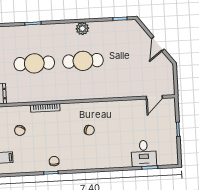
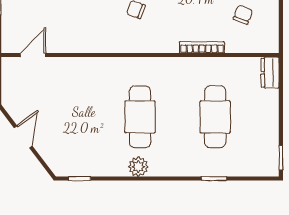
cafe table: (83, 61) -> (140, 117), turned 90
cafe table: (34, 63) -> (215, 117), turned 90

